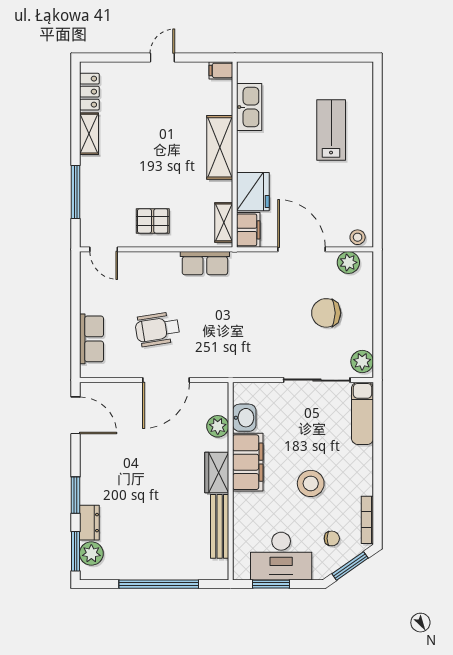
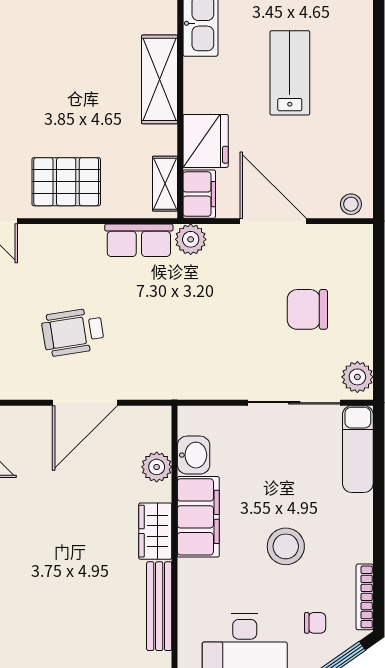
lab bench: (331, 130) -> (290, 73), moved
pallet: (153, 221) -> (66, 182), width x1.50, depth x1.42
plant: (348, 262) -> (191, 239), moved

